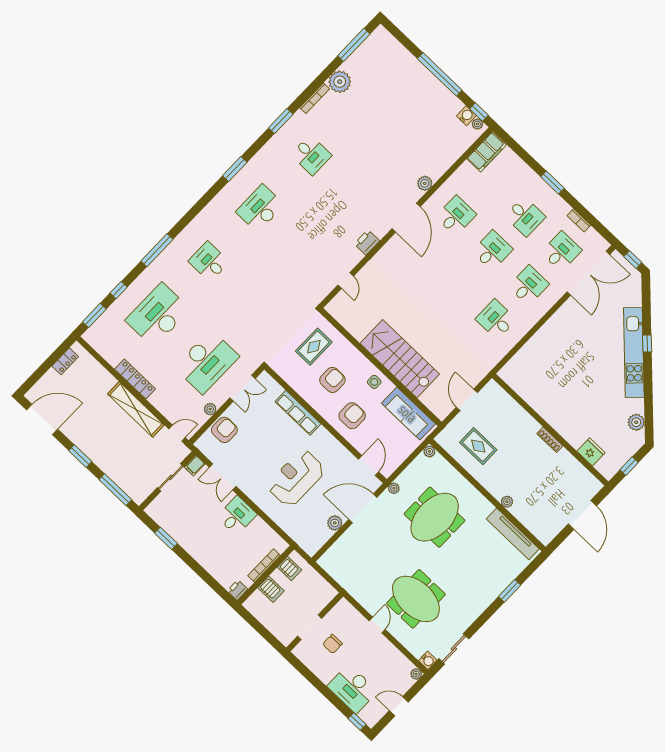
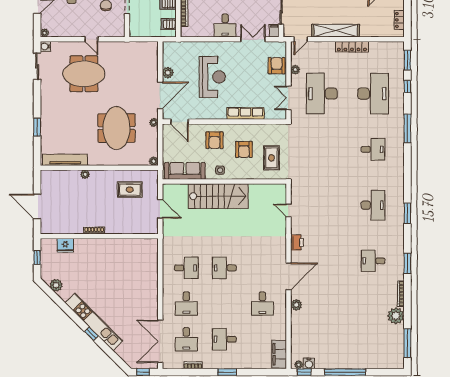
door: (406, 218) -> (289, 276), swing flipped
desk: (492, 250) -> (224, 268), moved, turned 90
armchair: (224, 430) -> (277, 66), turned 180

